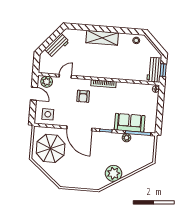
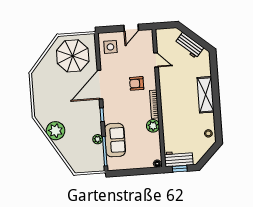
plant: (47, 82) -> (153, 126), moved

